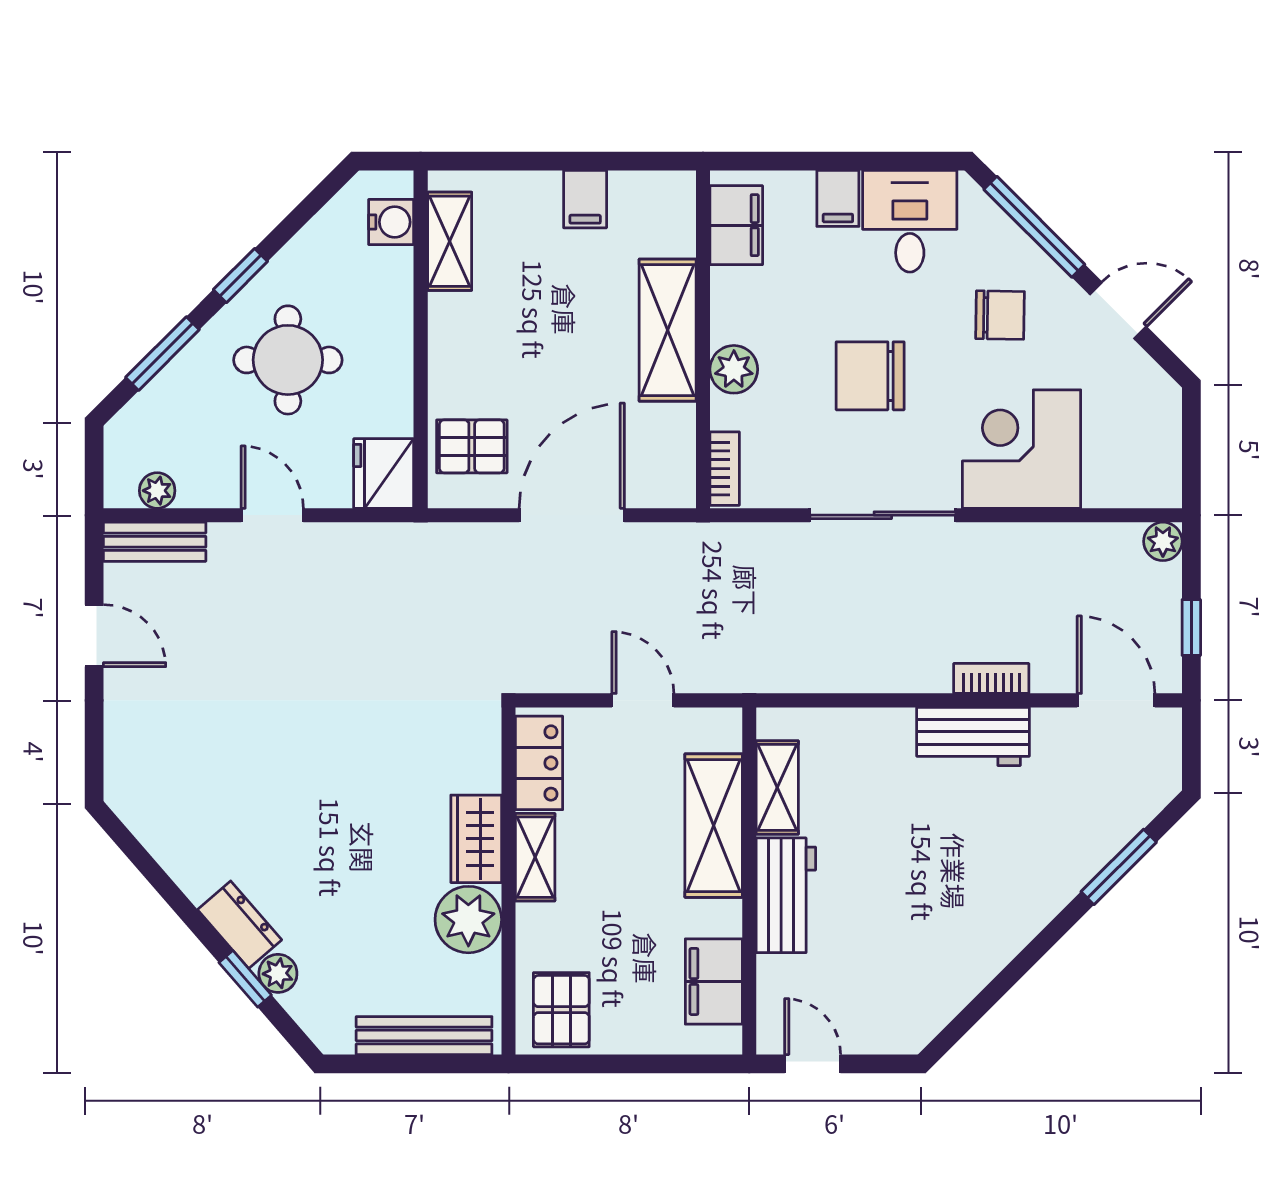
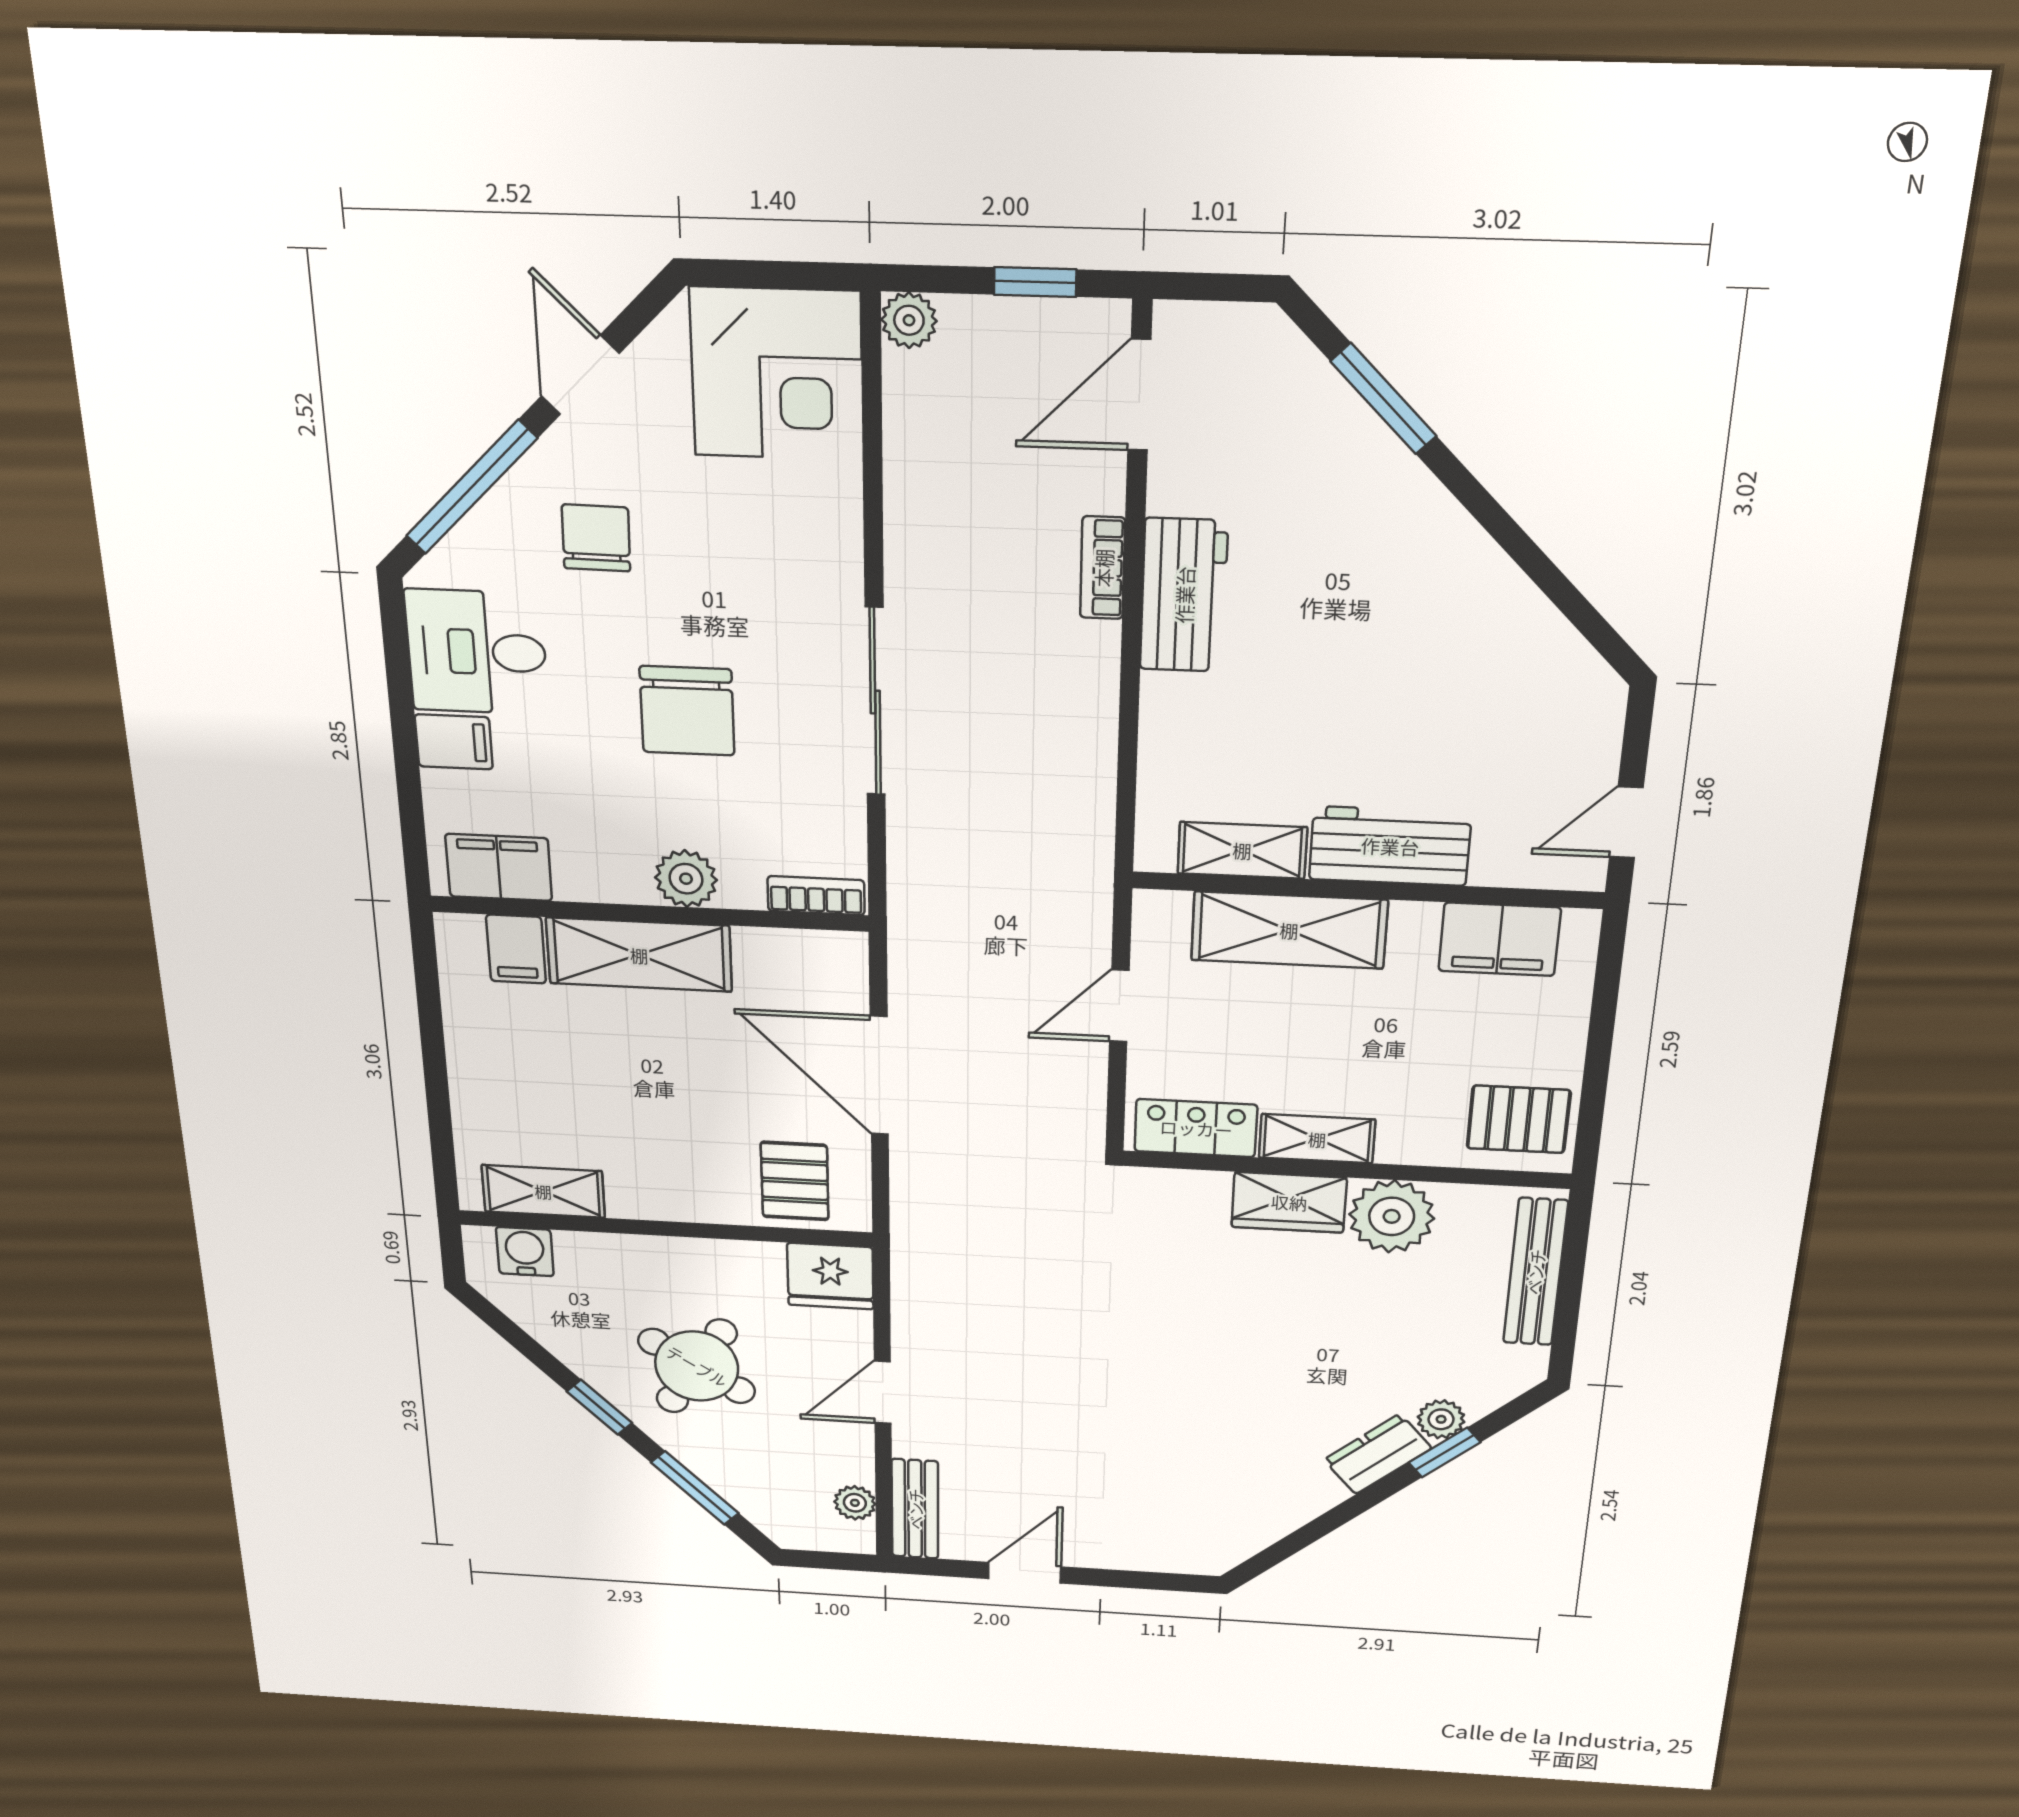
filing cabinet: (585, 199) -> (516, 949), moved, turned 90
round table: (288, 360) -> (697, 1366), turned 32
corner desk: (1021, 449) -> (777, 374), moved, turned -90

